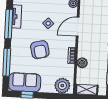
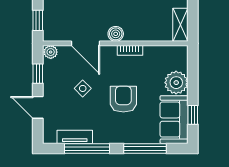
armchair: (40, 50) -> (123, 99), turned -76
boiler: (82, 63) -> (116, 34), moved
plant: (62, 86) -> (176, 83), moved

